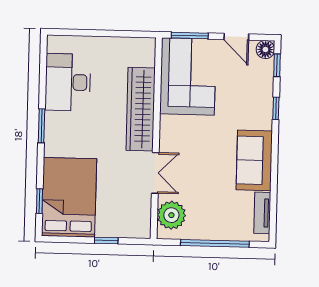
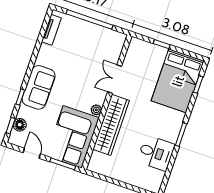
floor lamp: (265, 50) -> (20, 125), moved
desk: (68, 82) -> (156, 153), width x0.73
sofa: (254, 160) -> (39, 87), moved
plant: (171, 215) -> (96, 110), moved, width x0.53, depth x0.53

